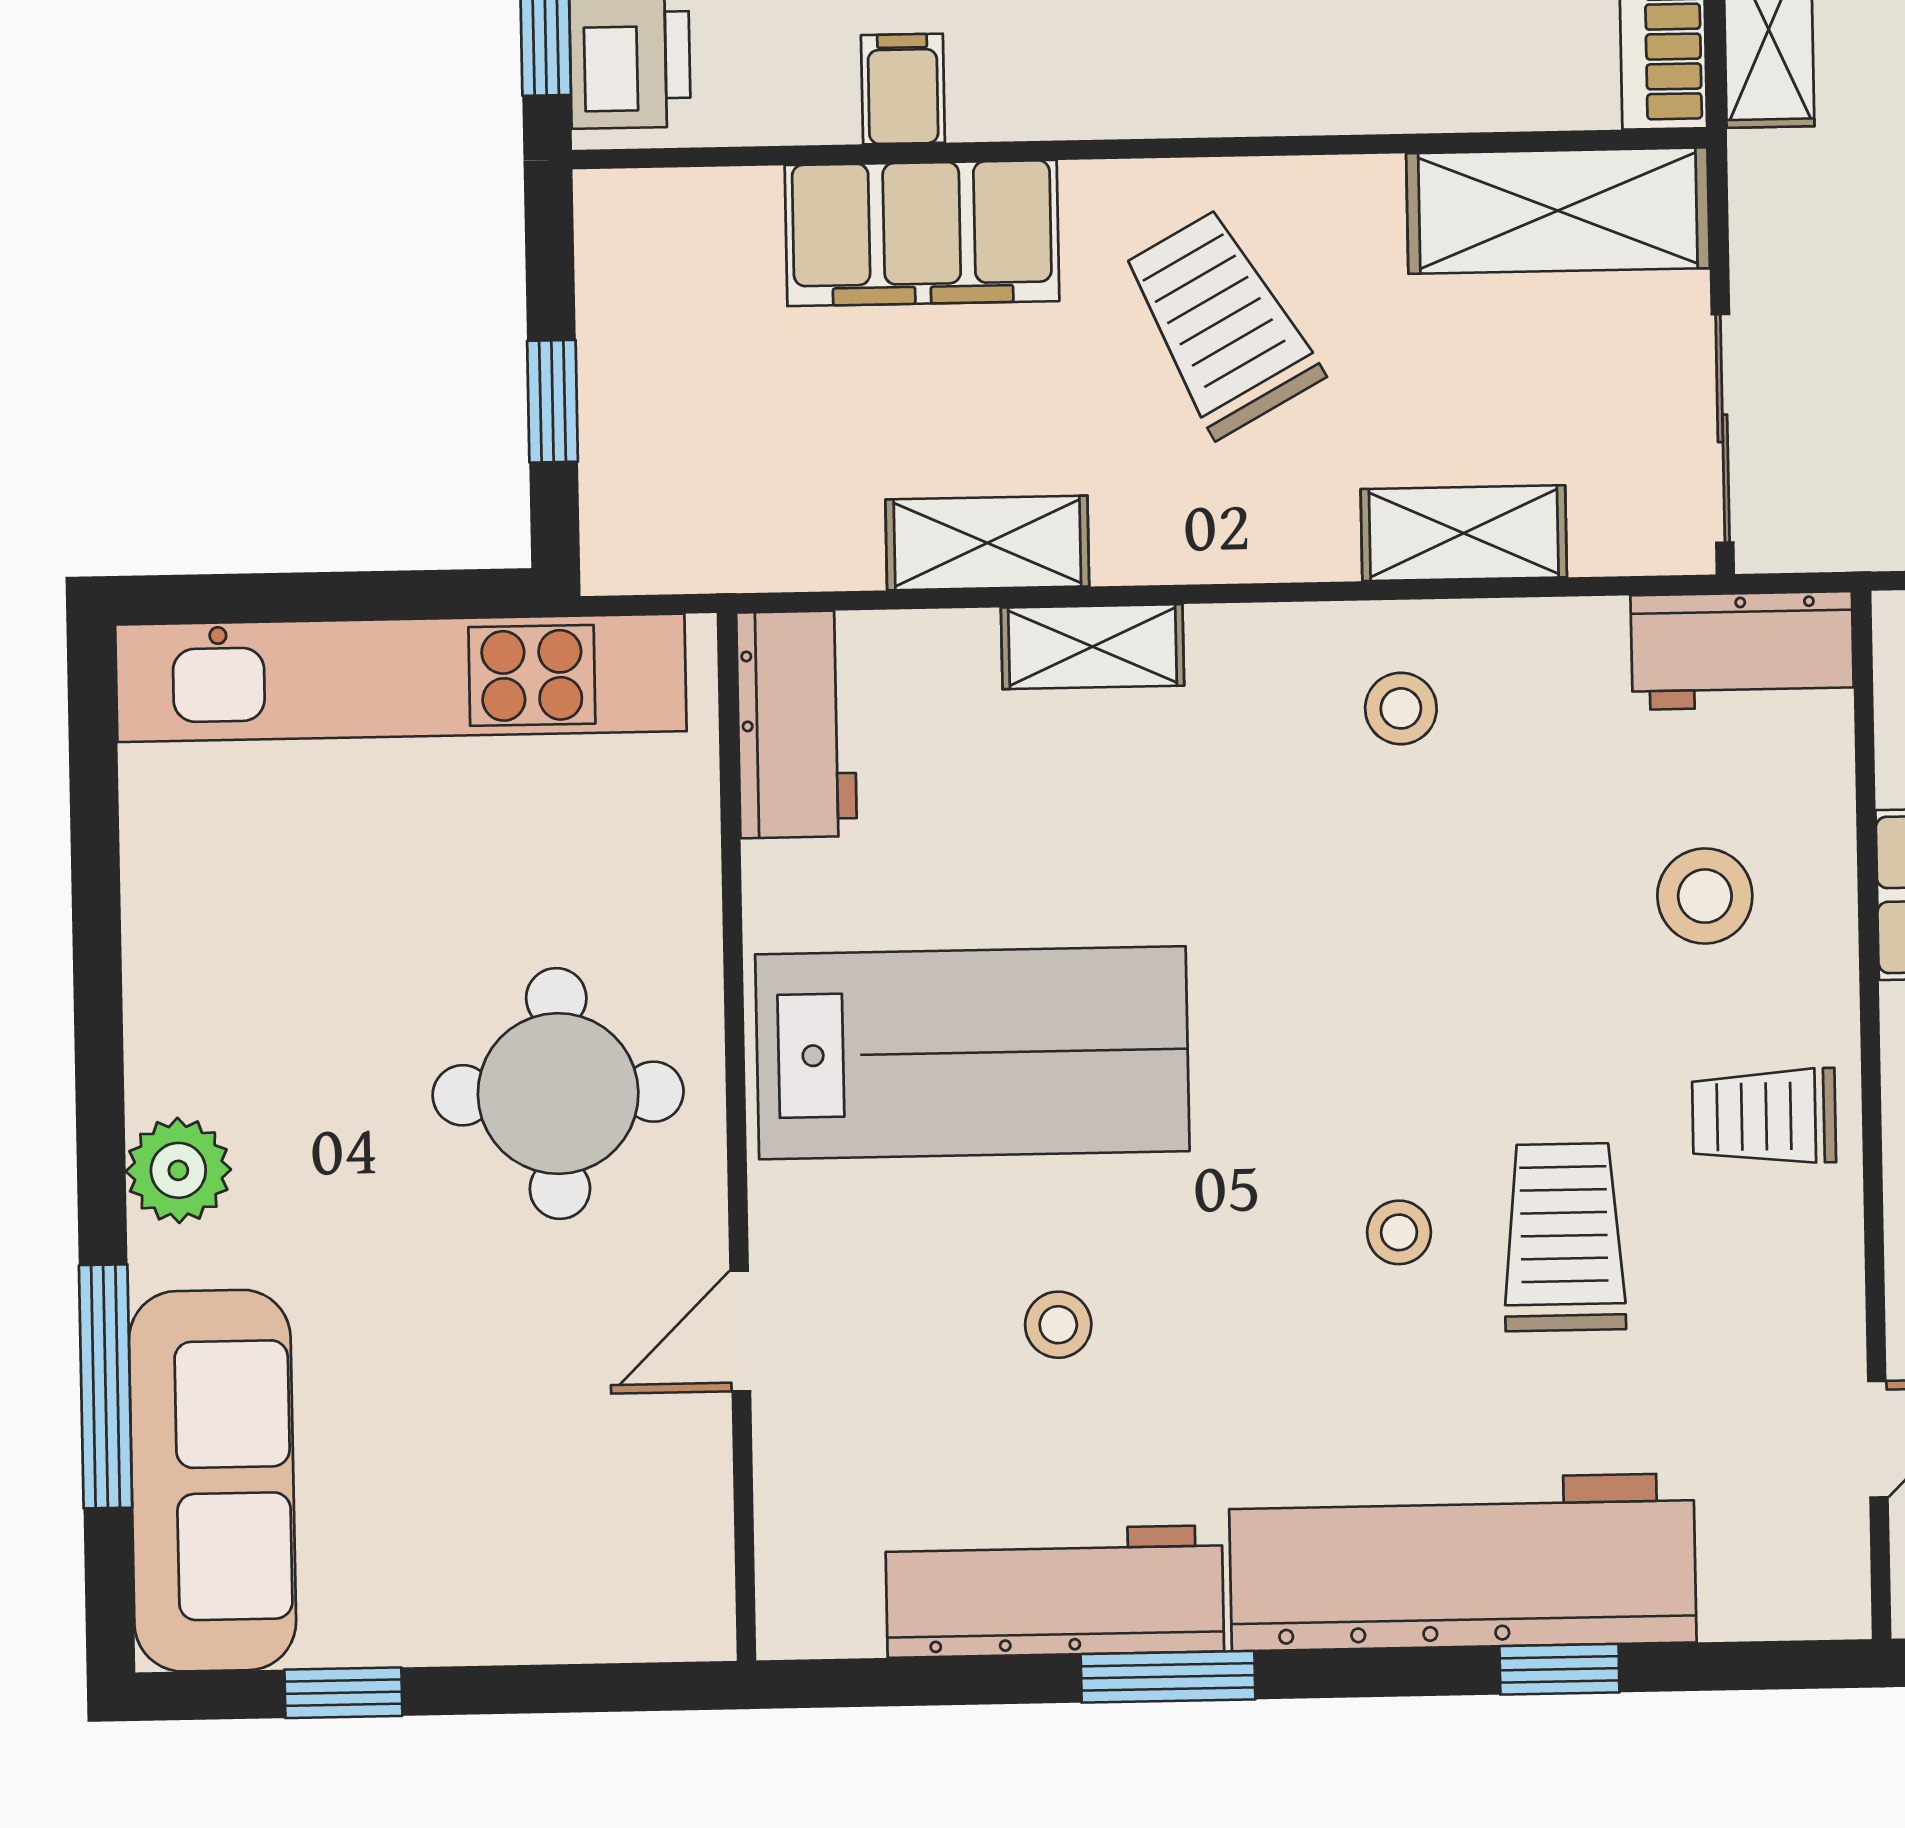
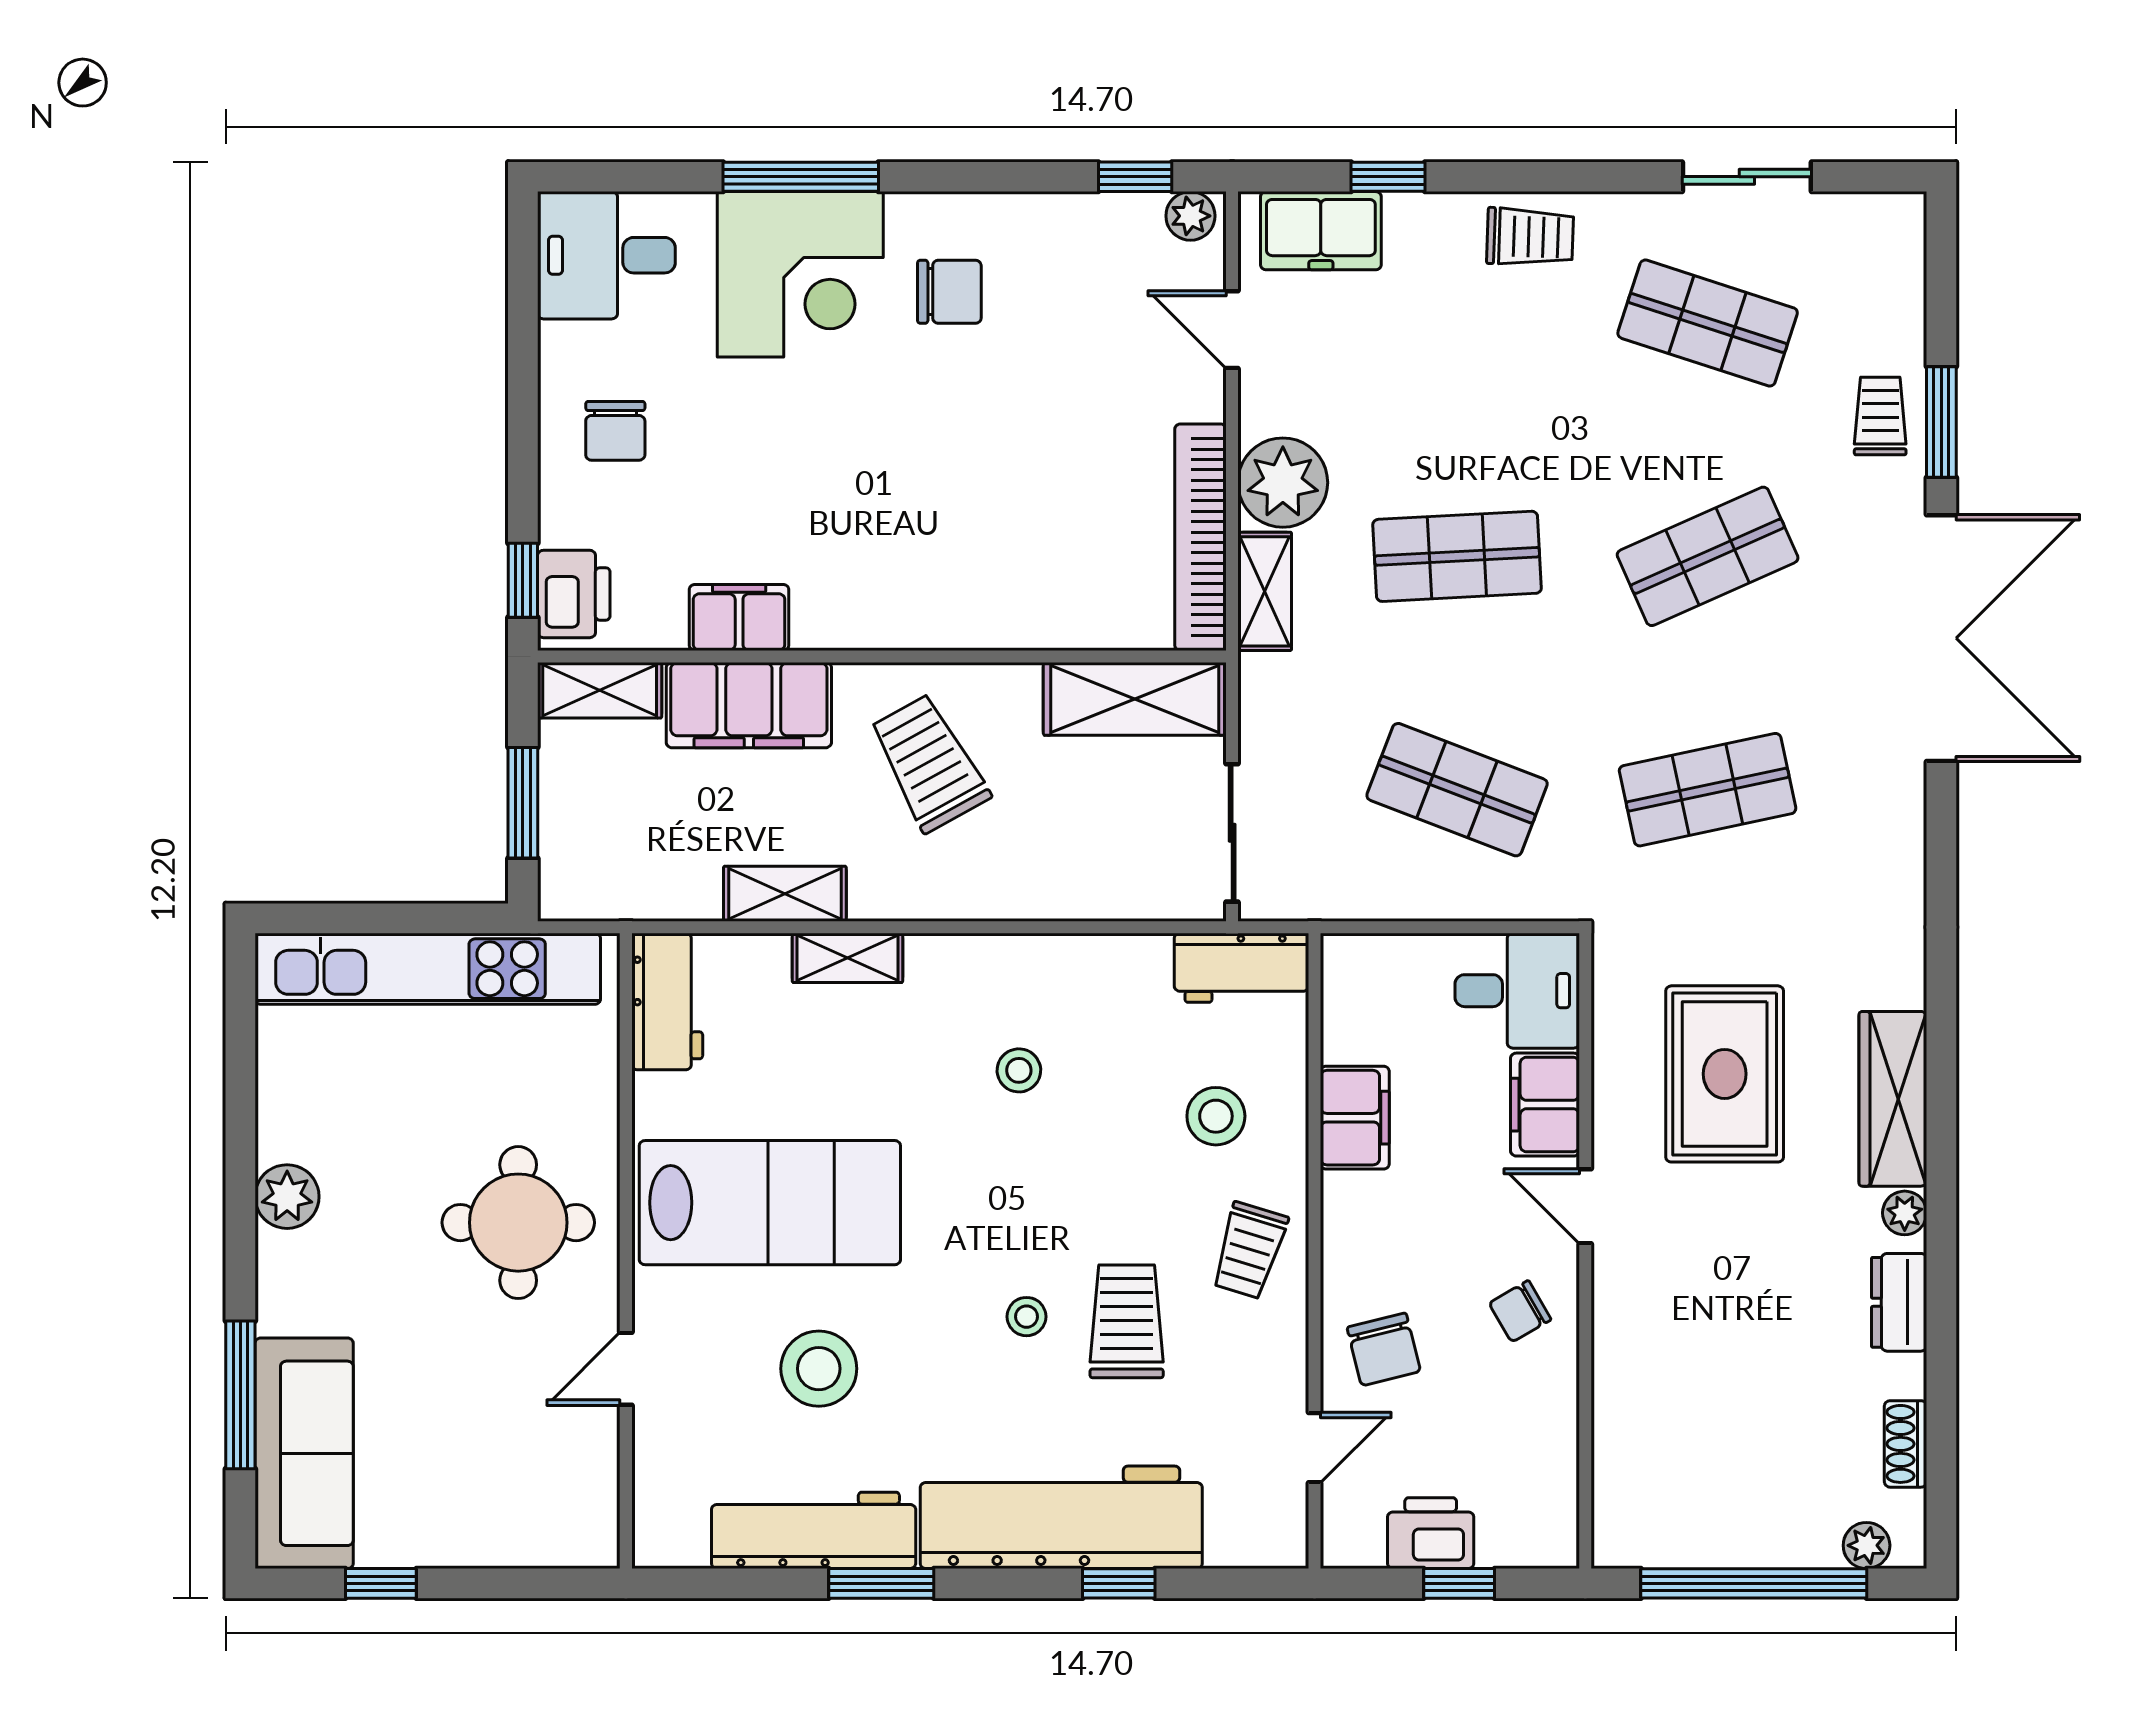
filing cabinet: (903, 89) -> (739, 617), width x2.00
window: (553, 401) -> (523, 803), width x1.50
shelving: (1464, 533) -> (600, 690), moved
stool: (1401, 708) -> (1019, 1070), moved
trolley: (1764, 1116) -> (1249, 1250), turned -73
plant: (178, 1170) -> (287, 1197), moved
stool: (1058, 1325) -> (819, 1369), width x1.89, depth x1.89

